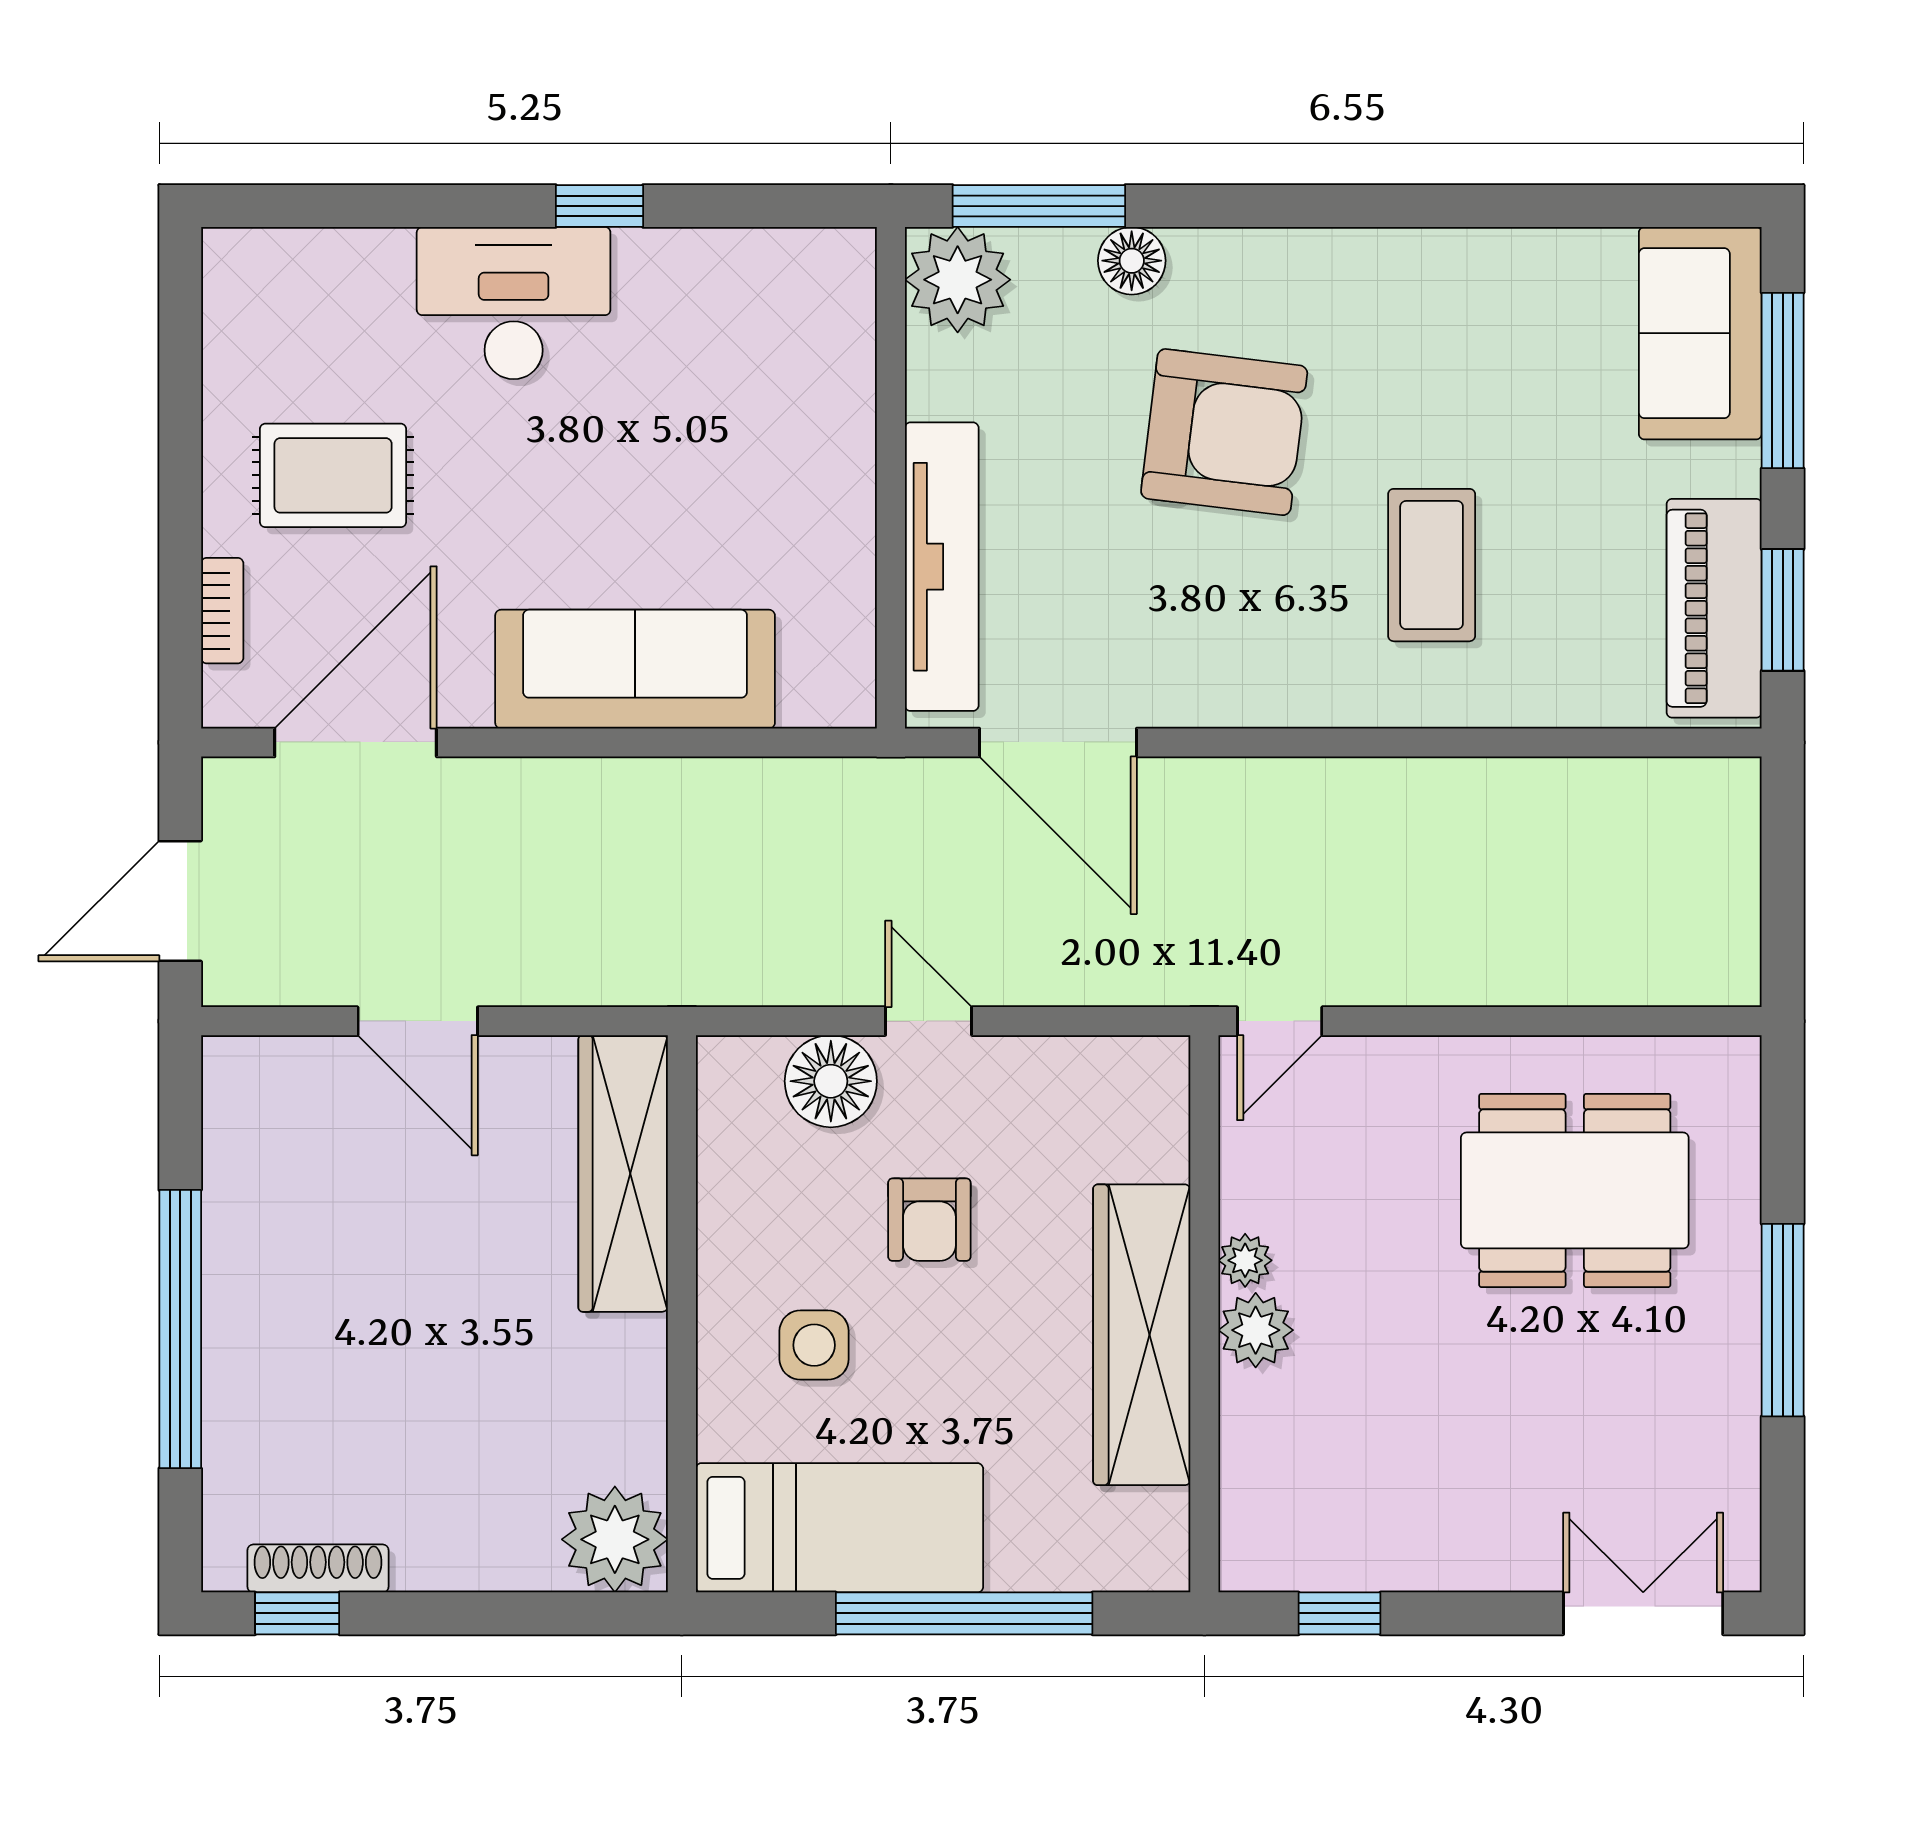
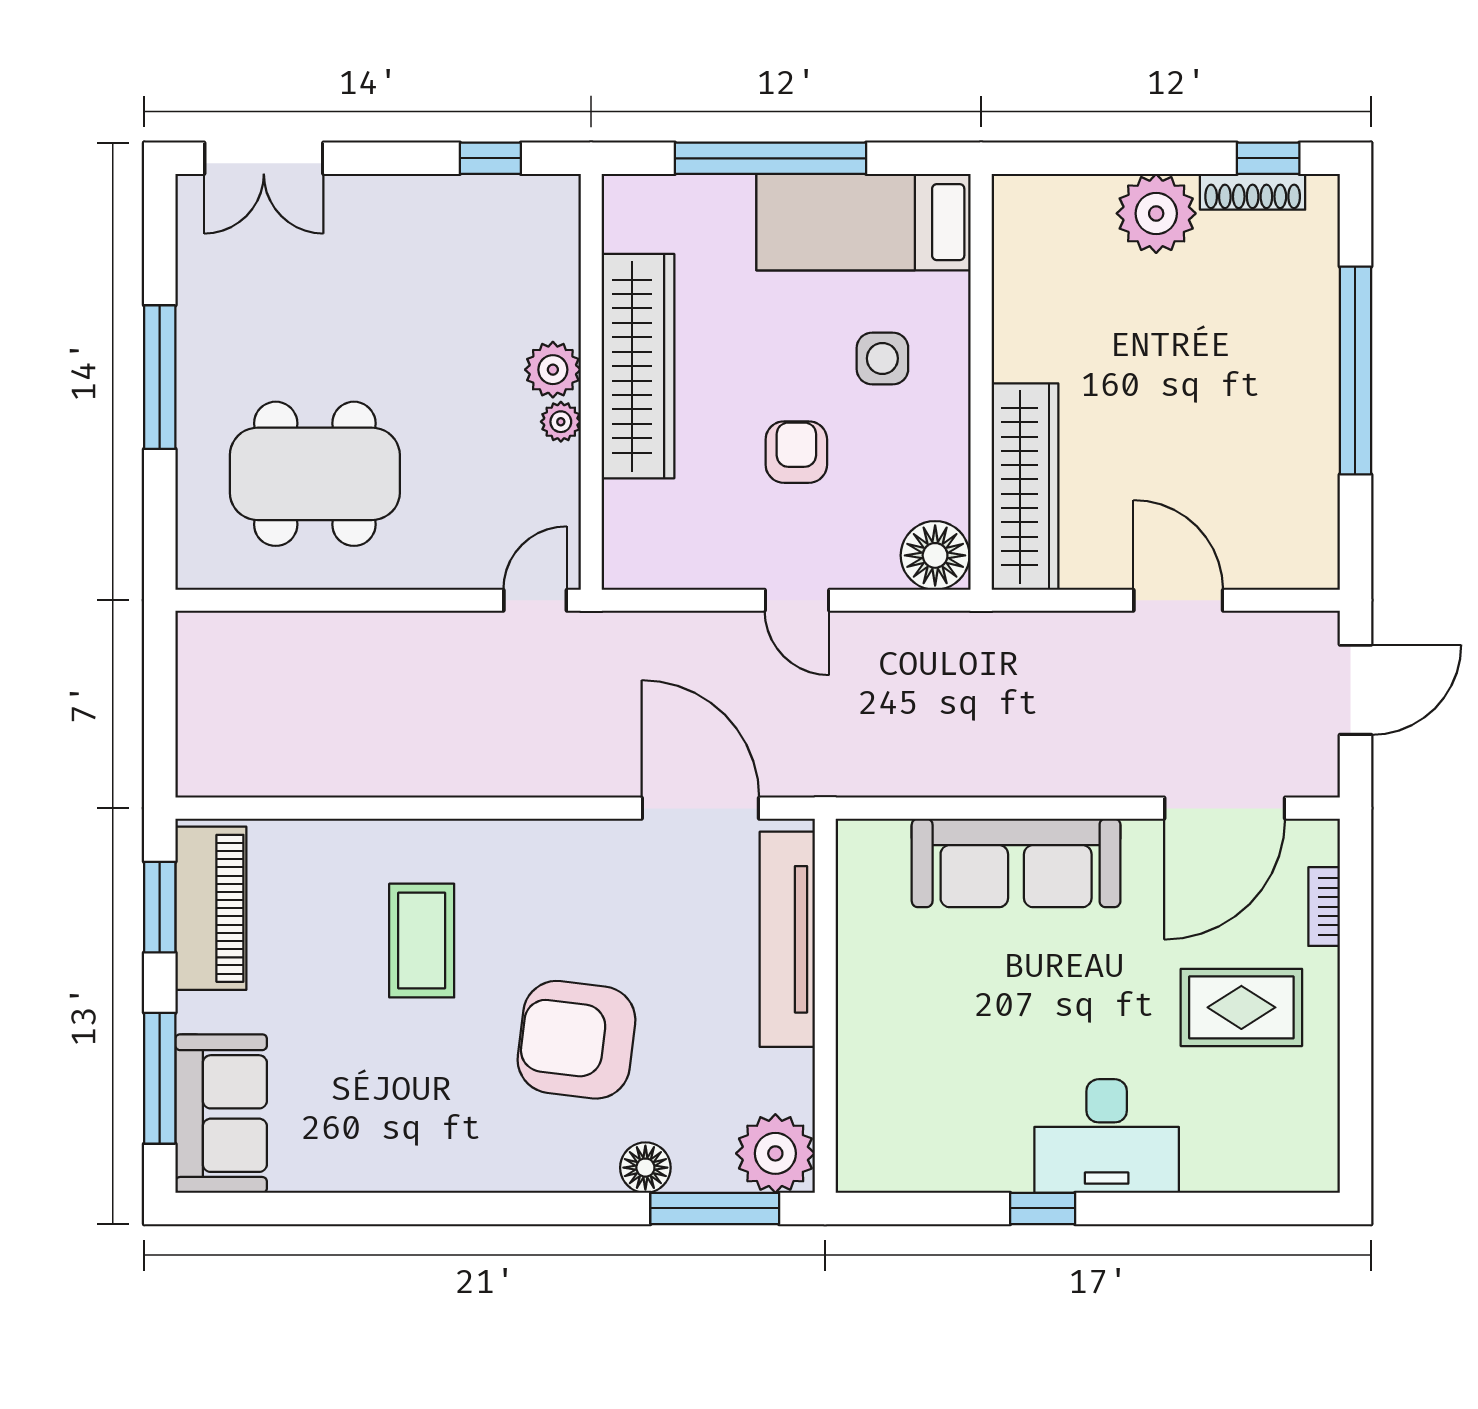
floor lamp: (831, 1081) -> (935, 555), moved
plant: (615, 1539) -> (1156, 213), moved

